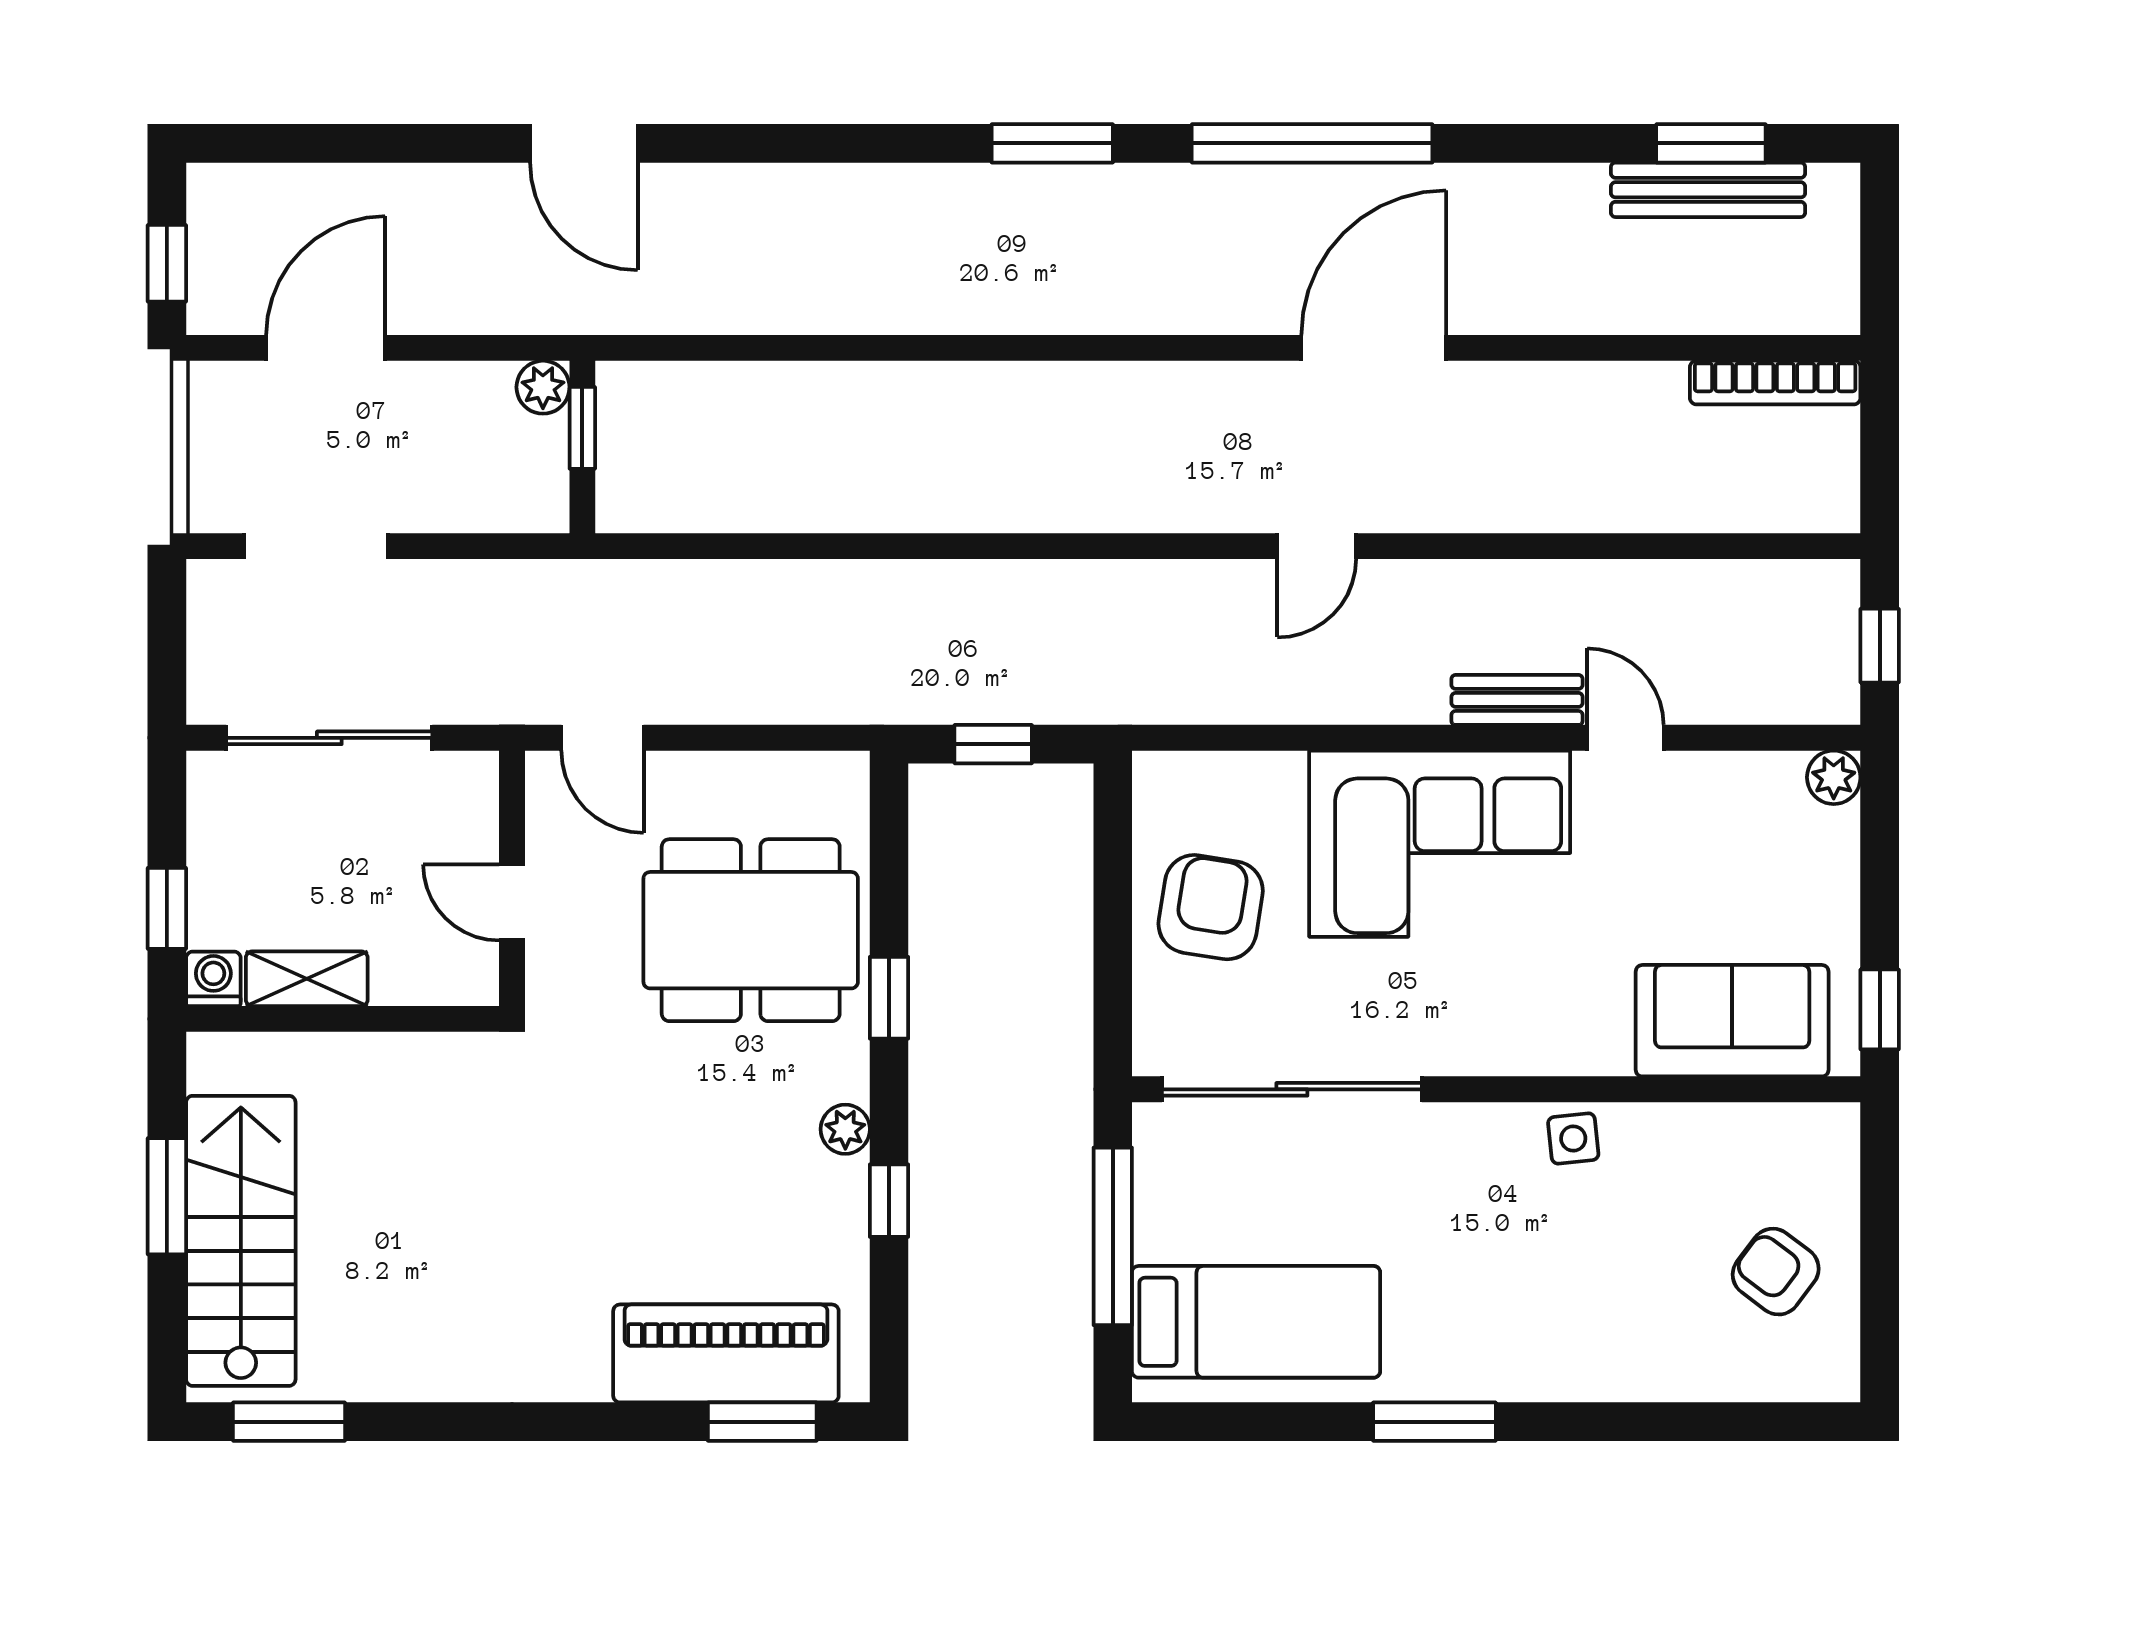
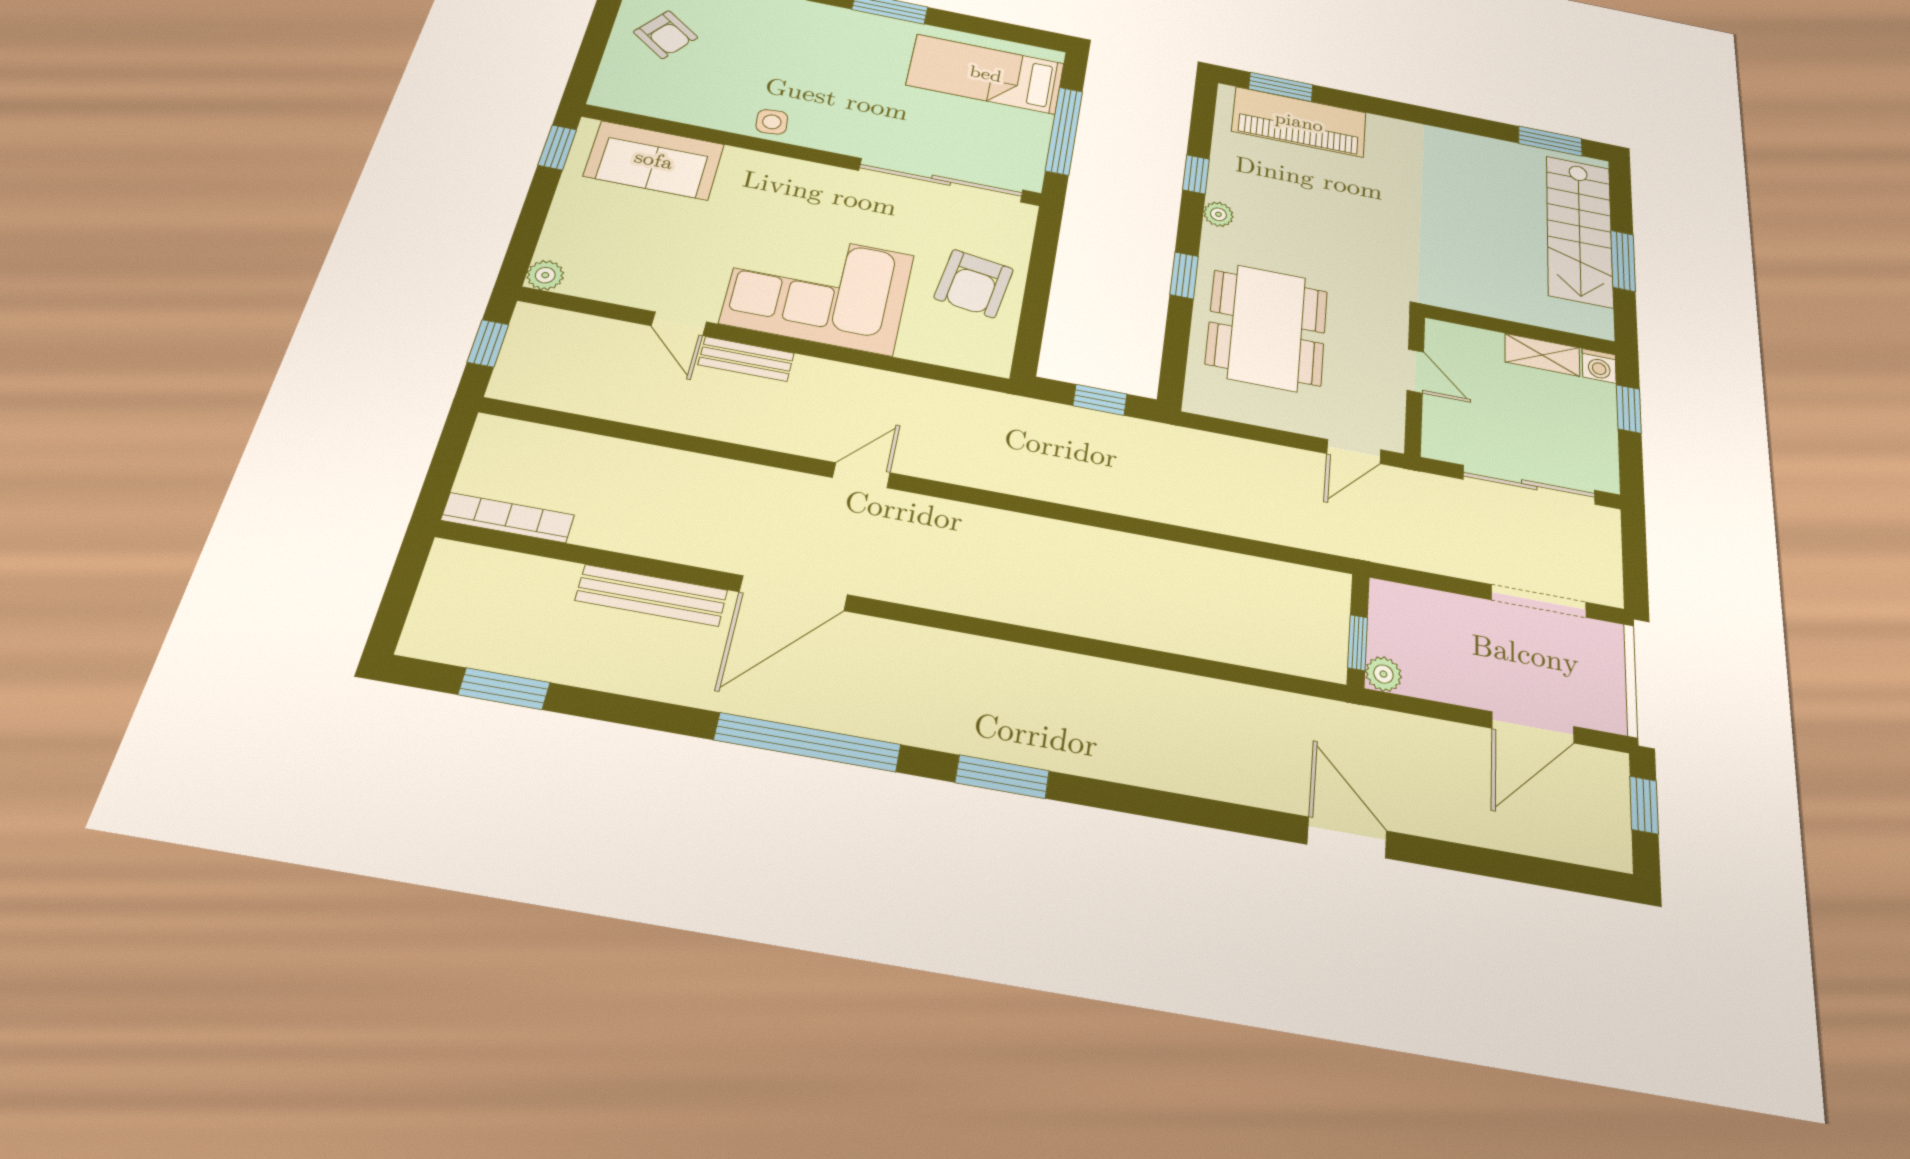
bench: (1708, 190) -> (652, 595), moved
door: (603, 738) -> (1354, 452), swing flipped
dining table: (751, 930) -> (1267, 327), turned 90

